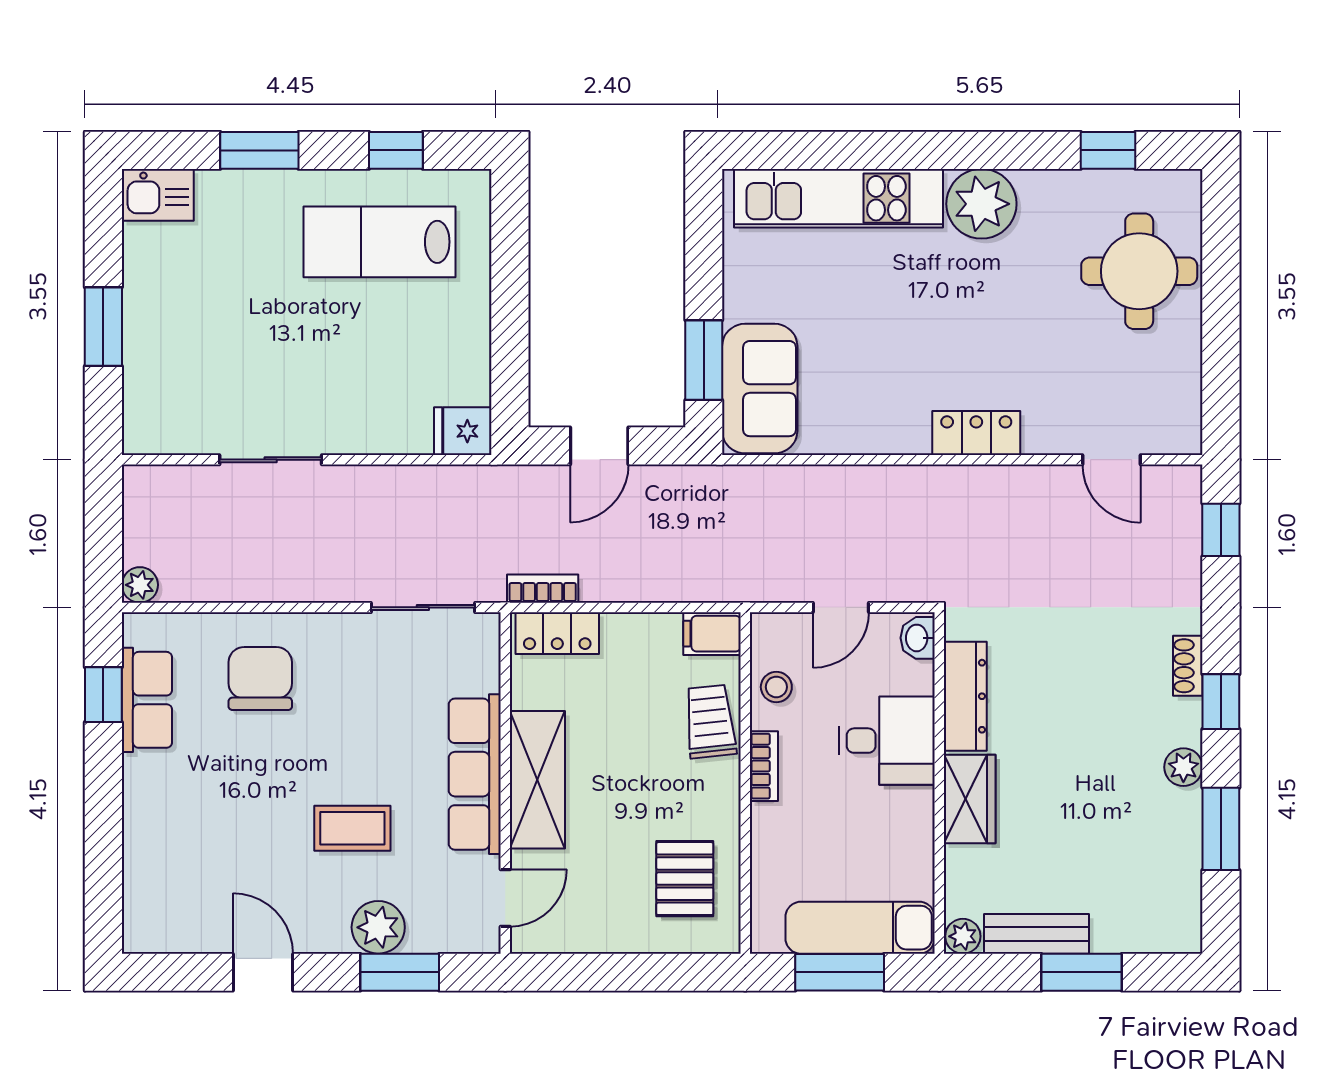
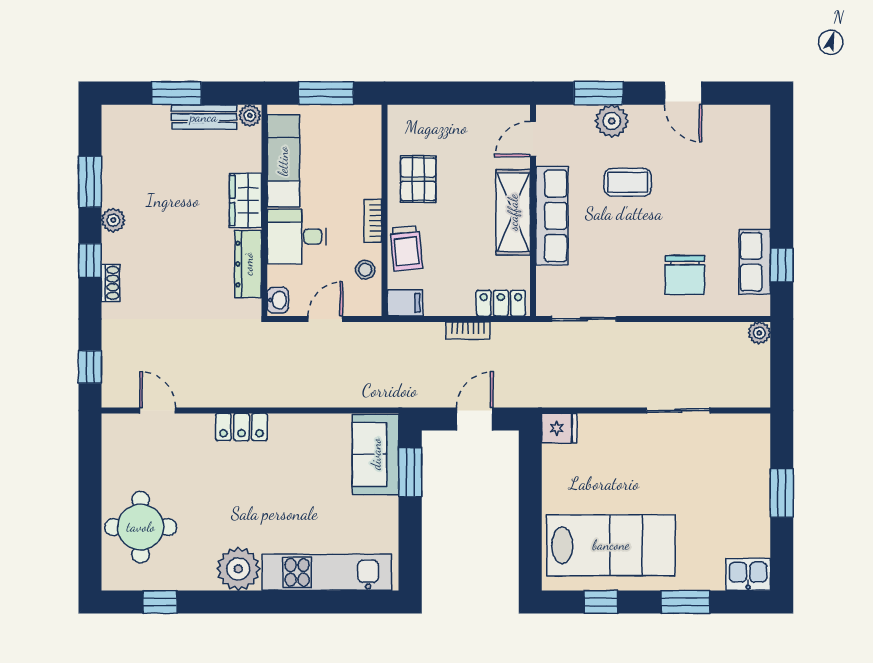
lab bench: (379, 242) -> (611, 545), width x1.36, depth x1.39
bookcase: (543, 589) -> (468, 331), moved
pallet: (685, 879) -> (418, 179), moved
exam couch: (860, 928) -> (283, 161), moved, turned -90

